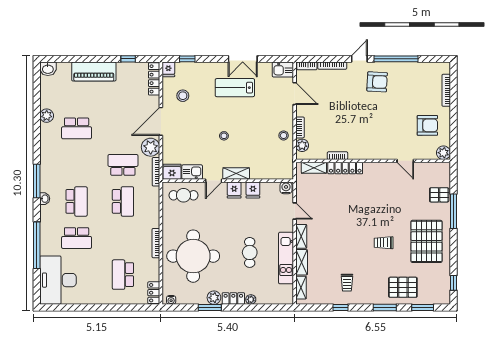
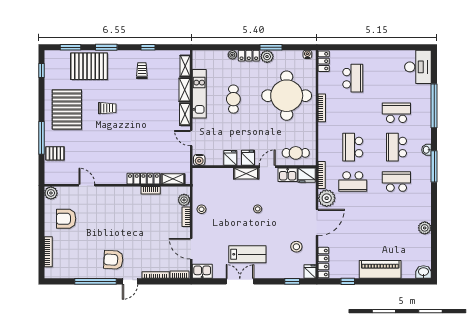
school desk: (77, 128) -> (396, 182), moved
desk: (58, 280) -> (418, 67), width x0.73, depth x0.77
pallet: (403, 287) -> (89, 66), width x1.37, depth x1.41

